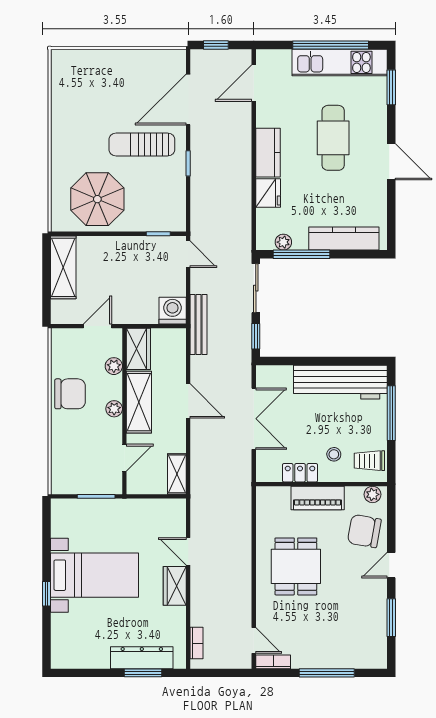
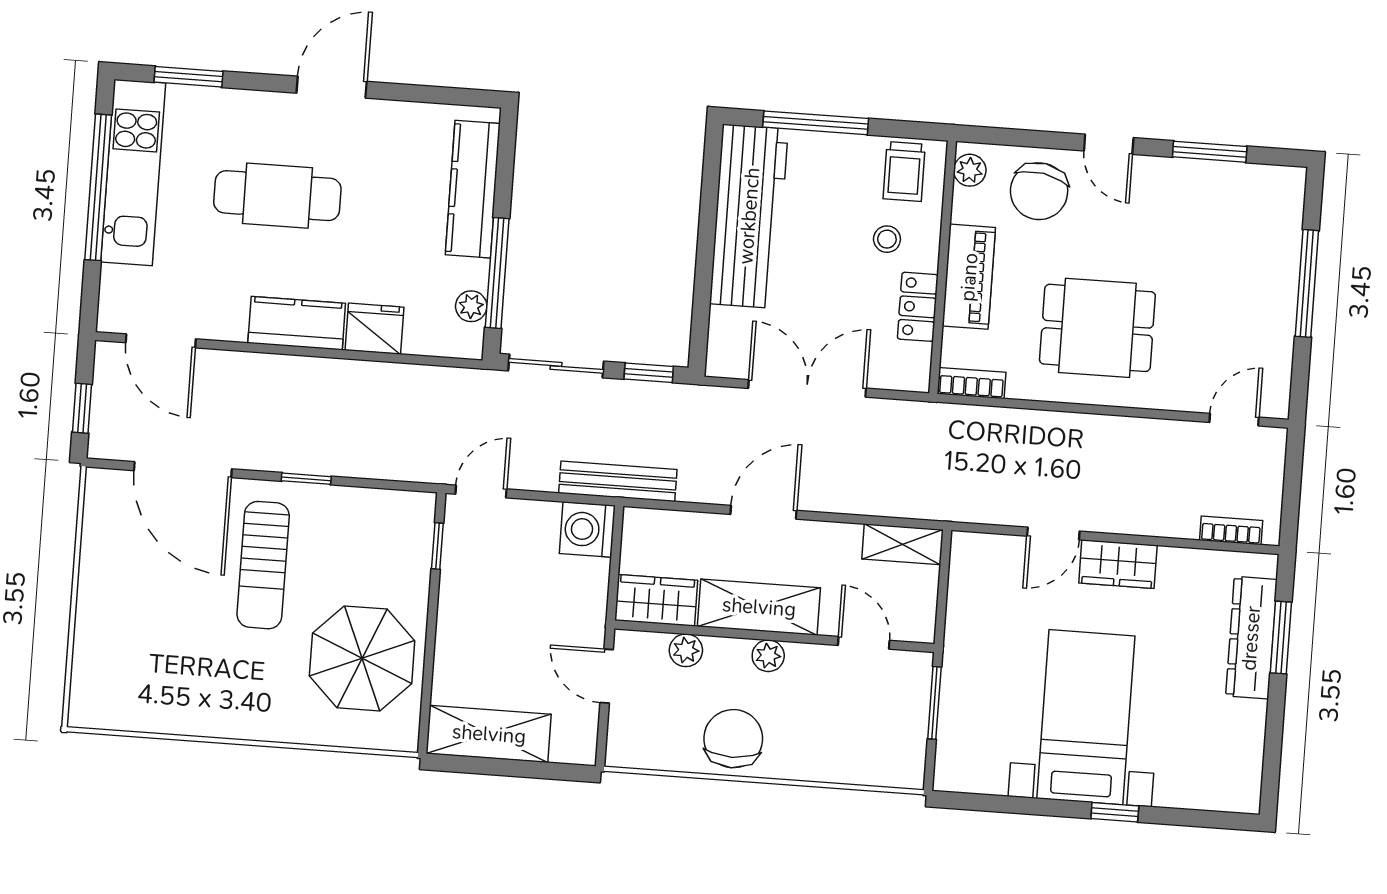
bookcase: (273, 662) -> (972, 383), moved, turned 90

